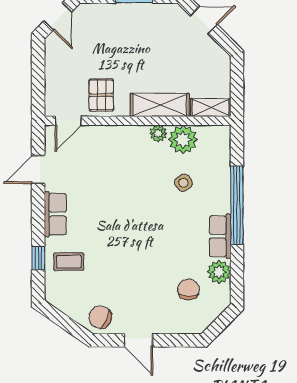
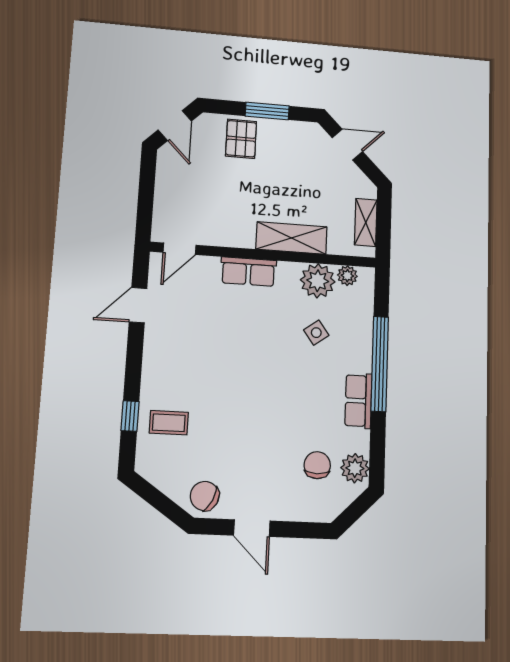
pallet: (101, 95) -> (241, 139), moved
shelving: (211, 108) -> (366, 222), moved, turned 90
plant: (158, 133) -> (347, 276), moved
row of seats: (55, 214) -> (248, 272), moved, turned 90
plant: (219, 272) -> (355, 468), moved

